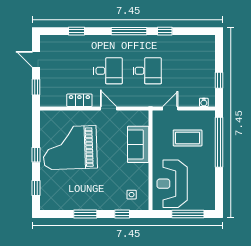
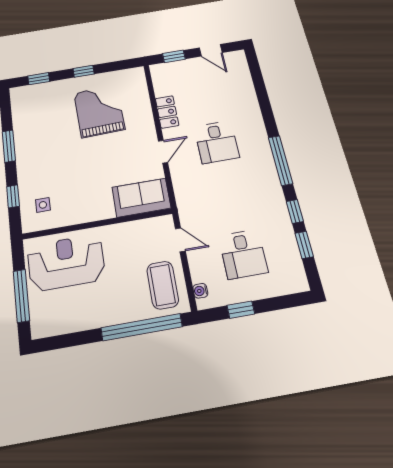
window: (76, 31) -> (304, 245), moved
door: (36, 59) -> (211, 50), swing flipped
desk: (147, 71) -> (243, 254), moved
coffee table: (188, 138) -> (163, 285), moved
sofa: (138, 144) -> (141, 198), moved
grand piano: (70, 148) -> (99, 111), width x0.73, depth x0.68

